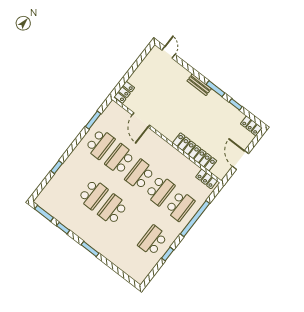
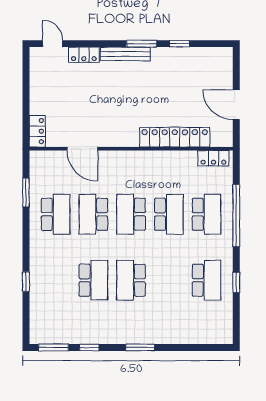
bench: (199, 85) -> (125, 54), width x1.36
locker: (251, 126) -> (84, 55), moved
school desk: (153, 241) -> (207, 280), turned 180

